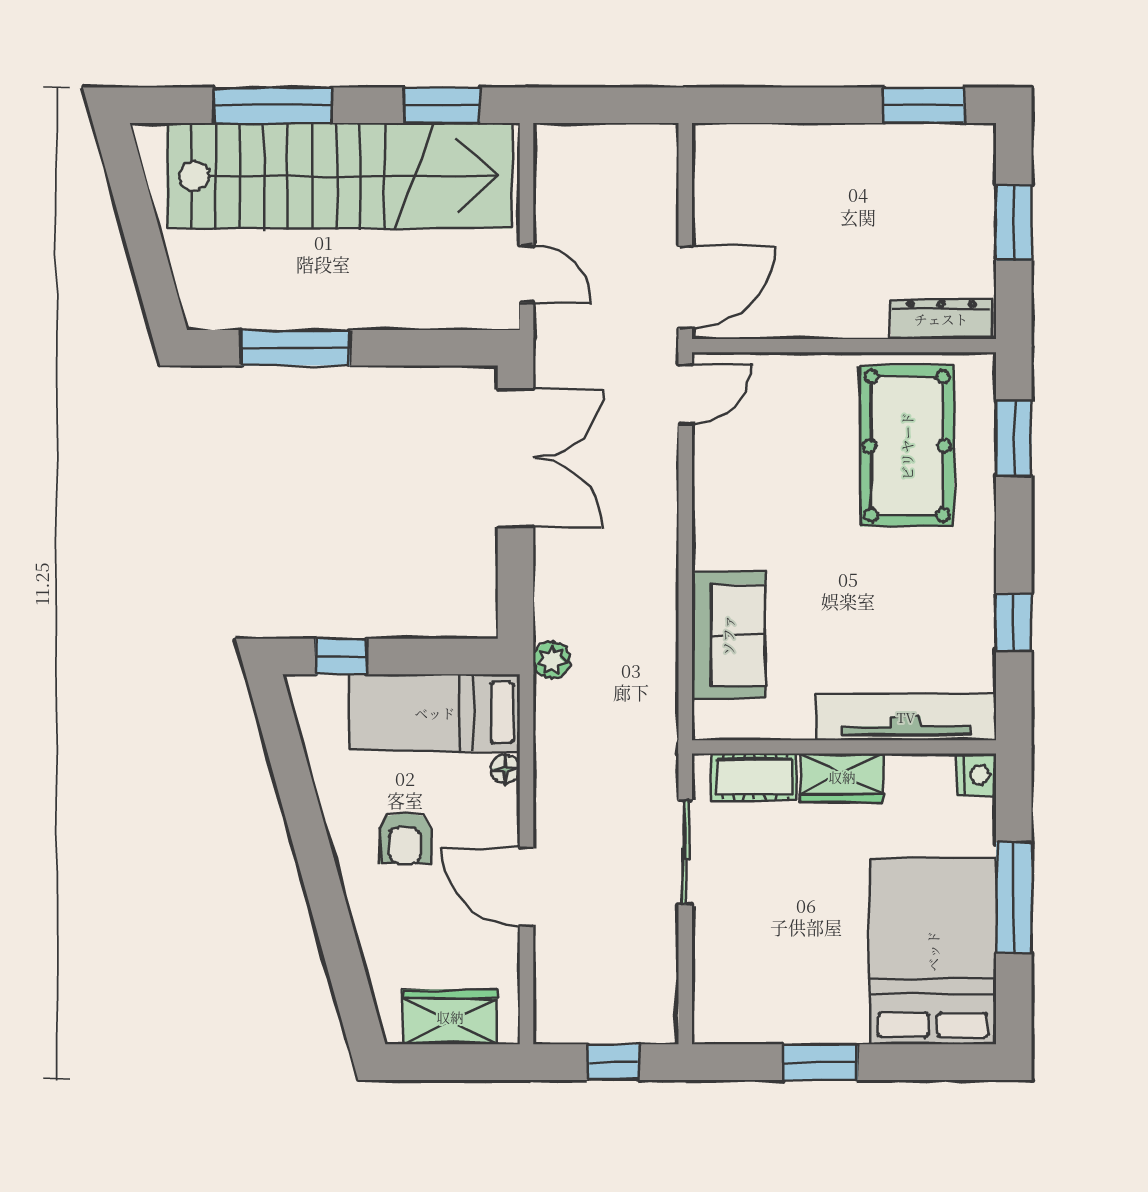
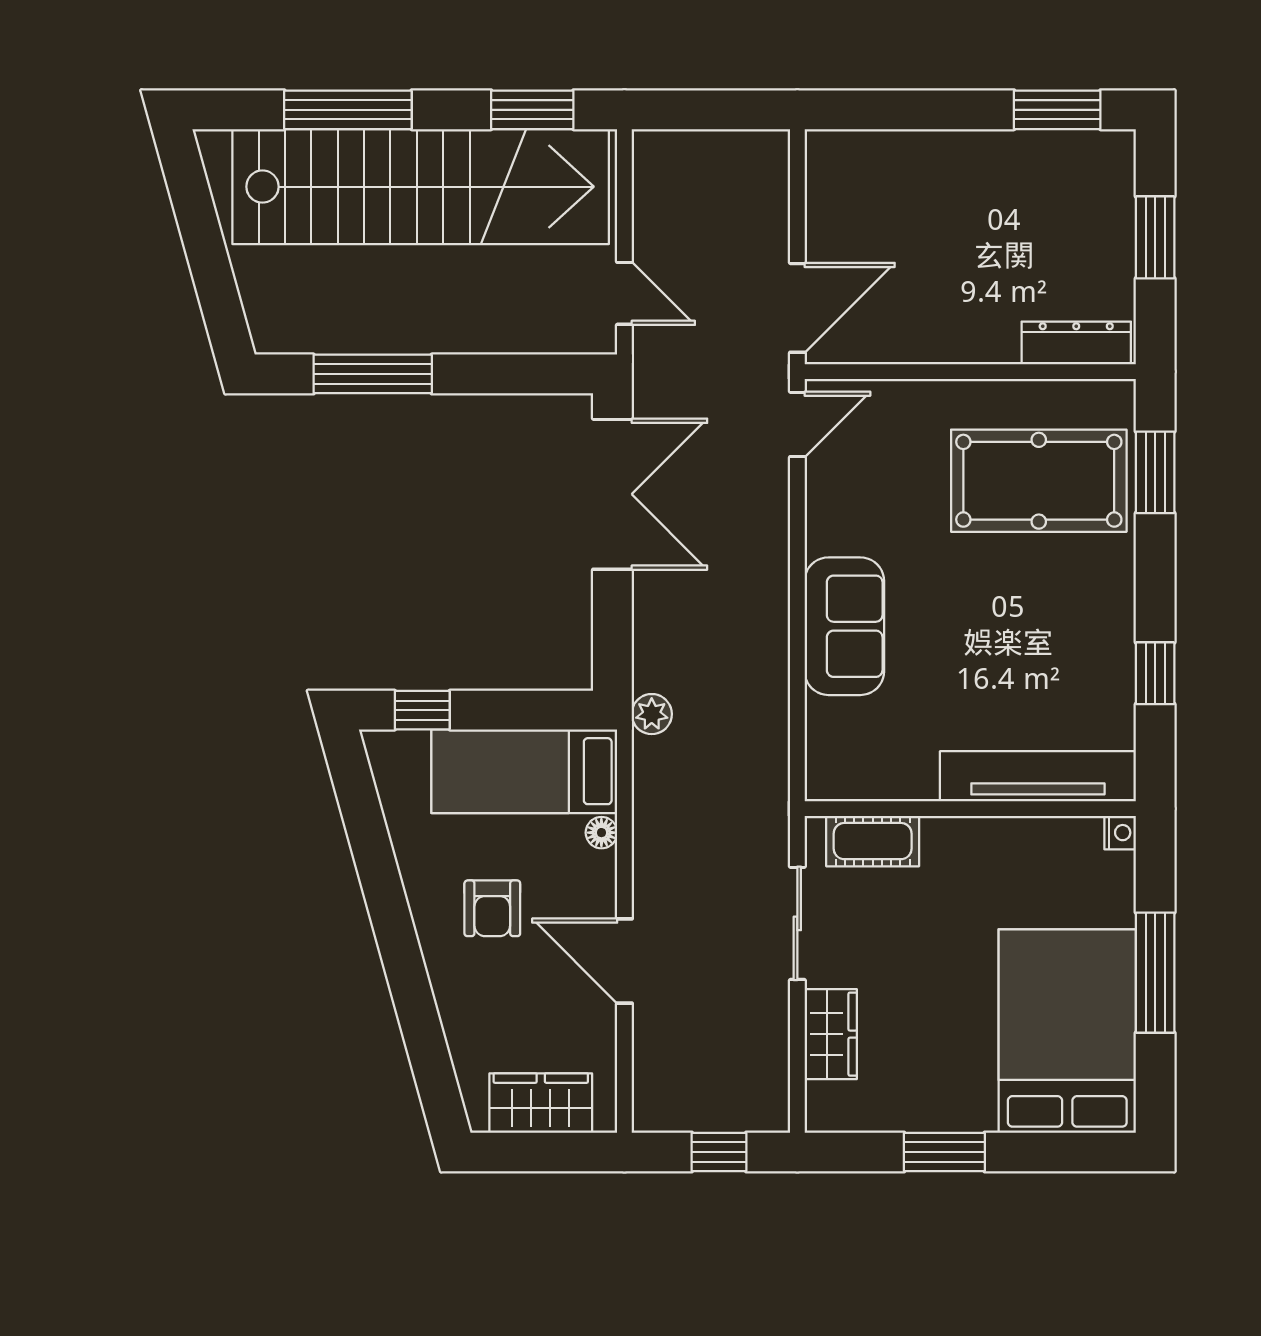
pool table: (907, 446) -> (1039, 481), turned 90
sofa: (728, 635) -> (844, 626), moved
nightstand: (976, 775) -> (1120, 833), width x0.72, depth x0.74
wardrobe: (842, 777) -> (831, 1034), moved, turned -90

